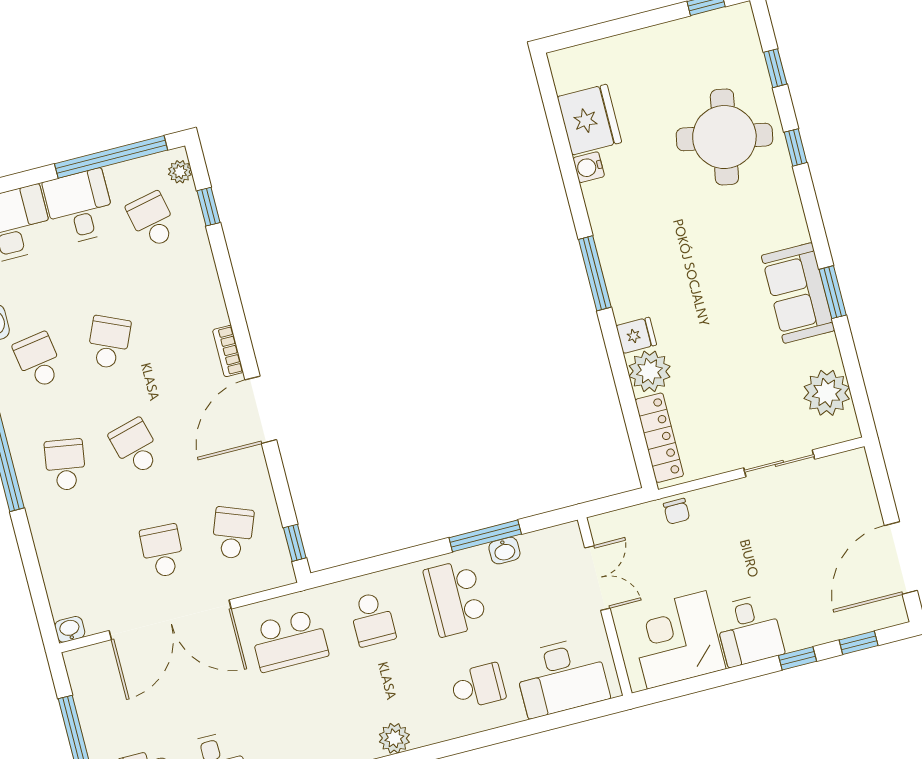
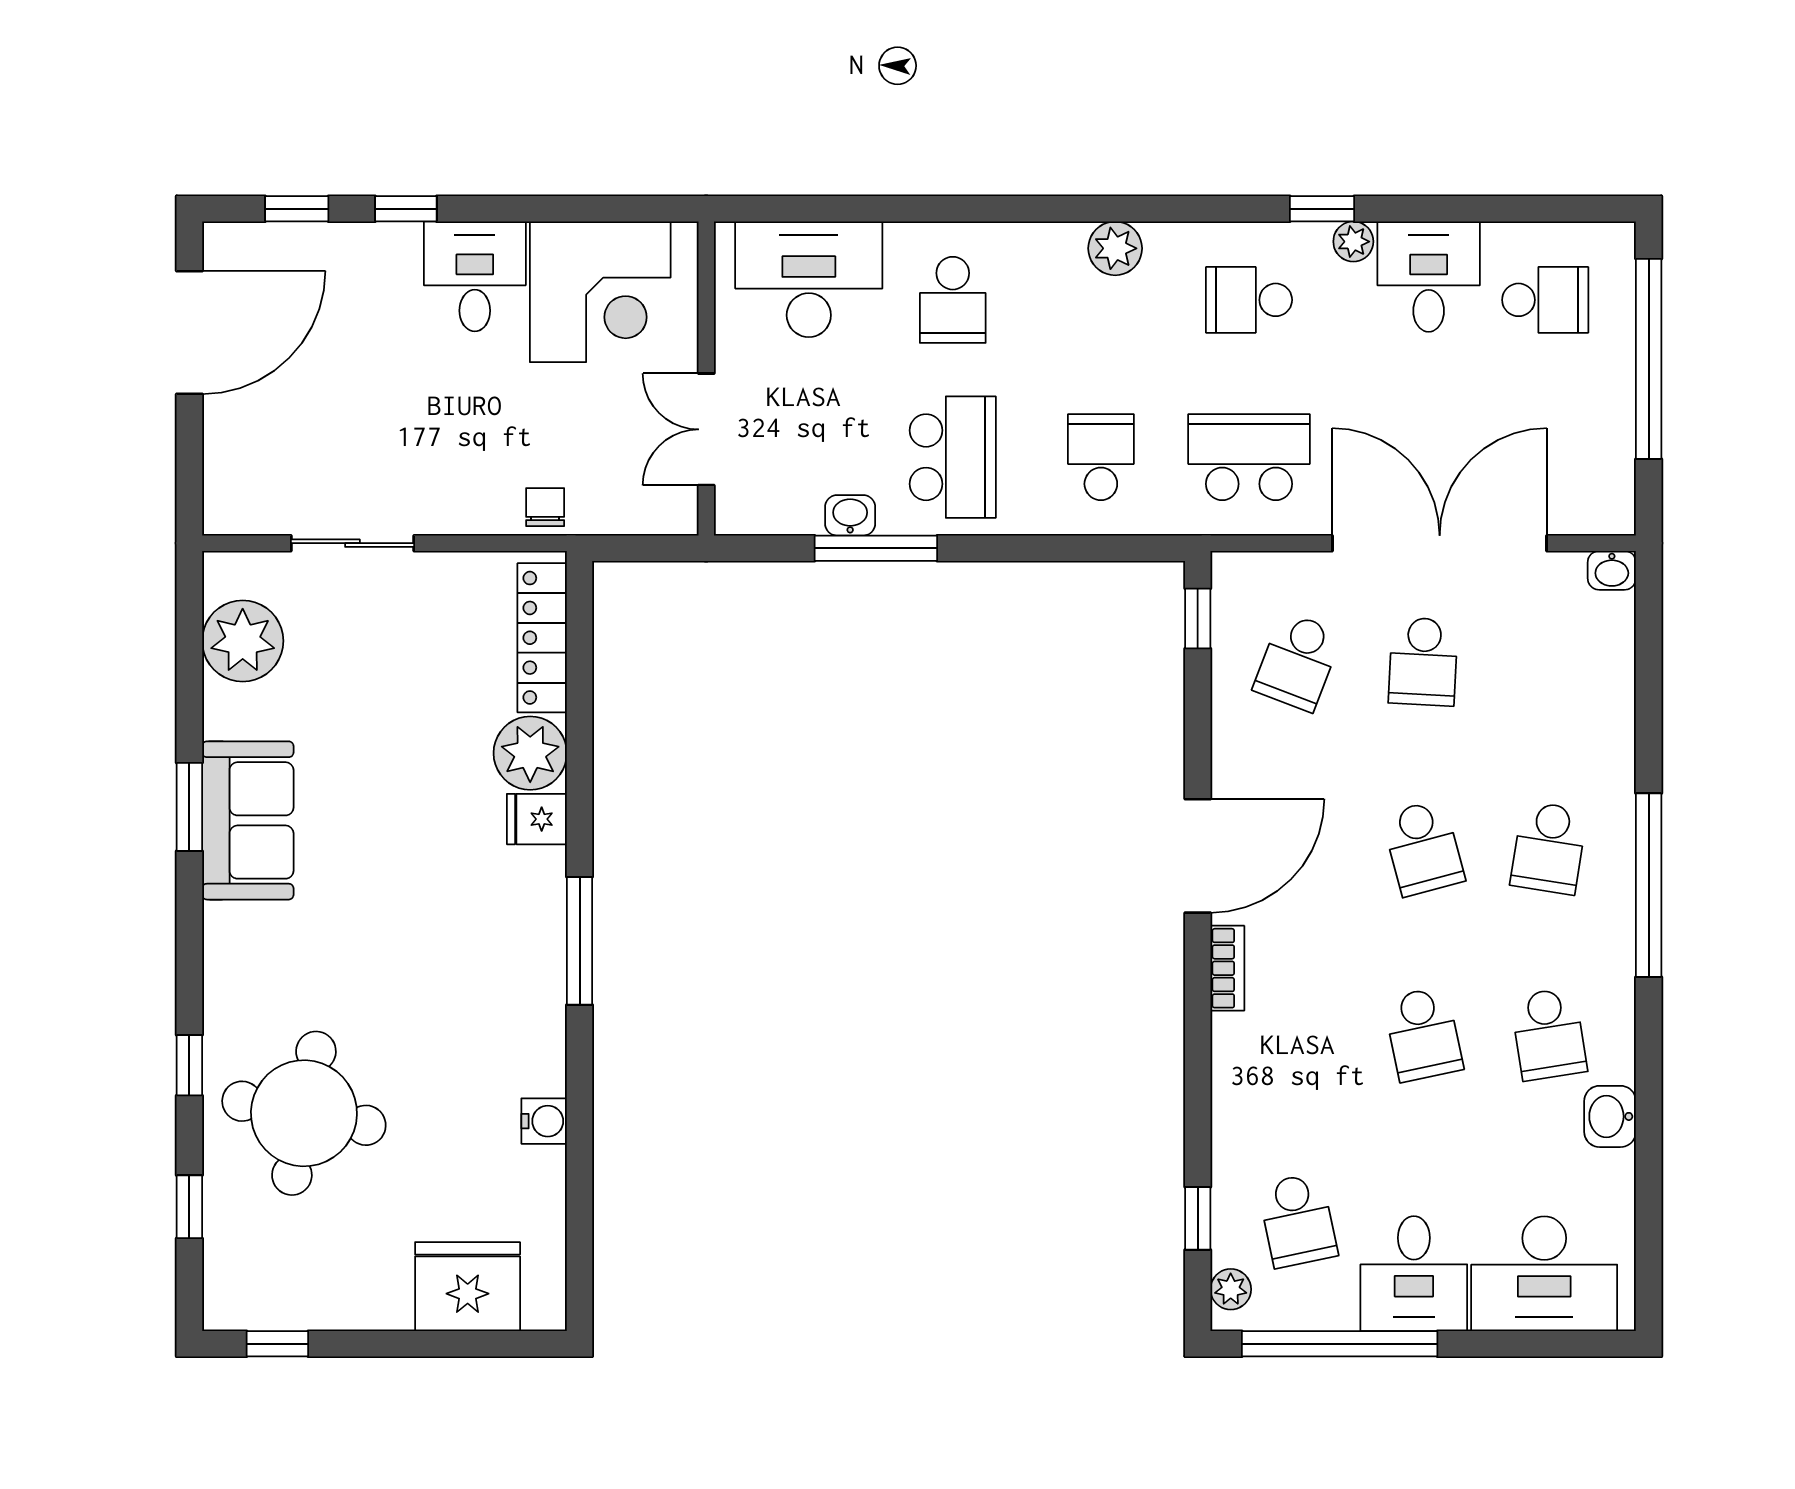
fridge: (589, 120) -> (468, 1287), moved, turned 90
school desk: (109, 342) -> (1423, 1034), turned -36
school desk: (478, 686) -> (953, 300), turned -90
school desk: (312, 729) -> (1249, 300), added

